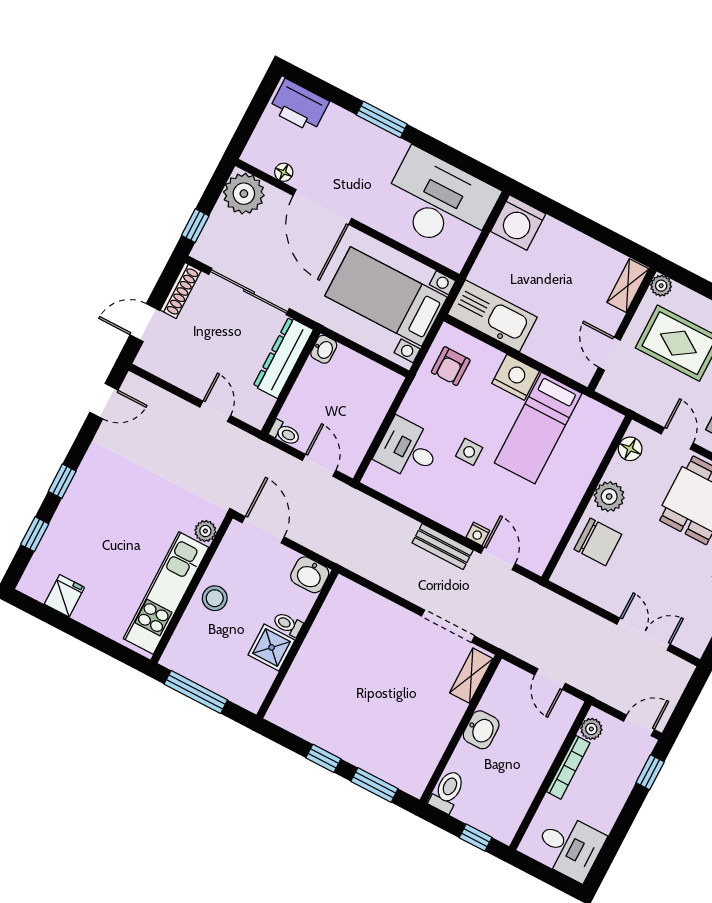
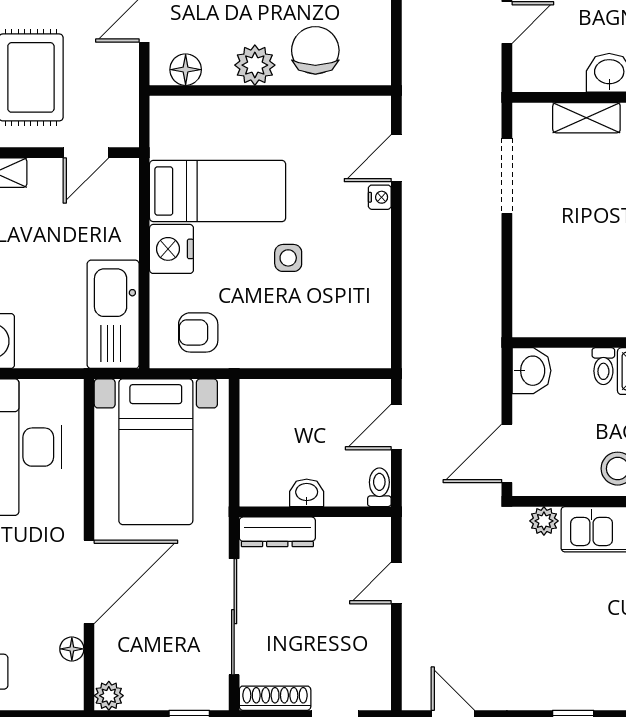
plant: (244, 194) -> (109, 696), width x0.53, depth x0.53
washbasin: (324, 349) -> (307, 493), moved
dresser: (283, 358) -> (277, 532), width x0.73, depth x0.80
armchair: (451, 366) -> (198, 332), turned 180
desk: (408, 449) -> (323, 332), removed
bench: (443, 546) -> (416, 231), removed
shelving: (471, 676) -> (586, 118), moved

